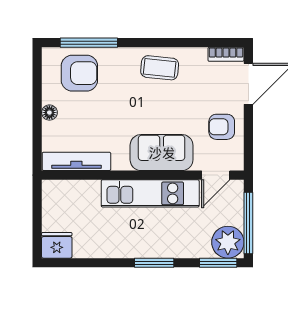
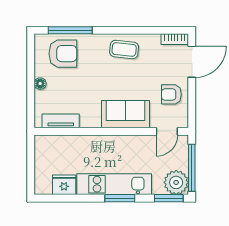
tv unit: (76, 161) -> (61, 121), width x0.71
kitchen unit: (150, 193) -> (114, 184), moved, turned 180
fridge: (57, 245) -> (64, 185), moved

